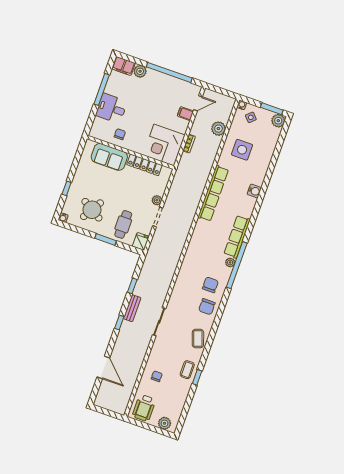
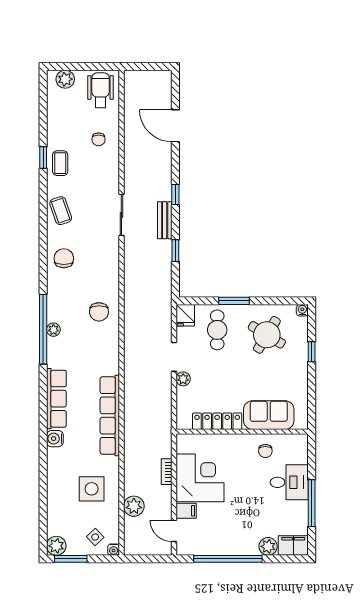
door: (198, 103) -> (174, 531), hinge flipped
corner desk: (164, 145) -> (200, 478), moved
row of seats: (237, 237) -> (56, 399), moved
chair: (210, 285) -> (99, 312), moved

